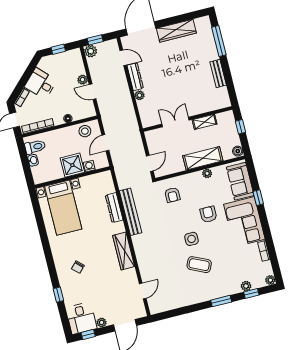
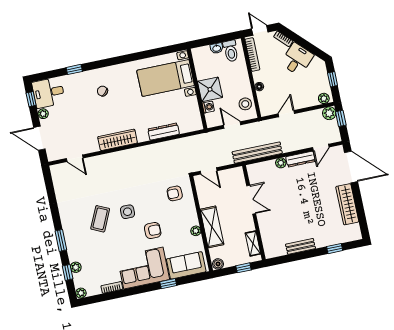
window: (219, 41) -> (335, 249), width x0.46
plant: (83, 80) -> (324, 98), moved
shelving: (205, 122) -> (253, 243), moved
bench: (131, 212) -> (257, 153), moved

